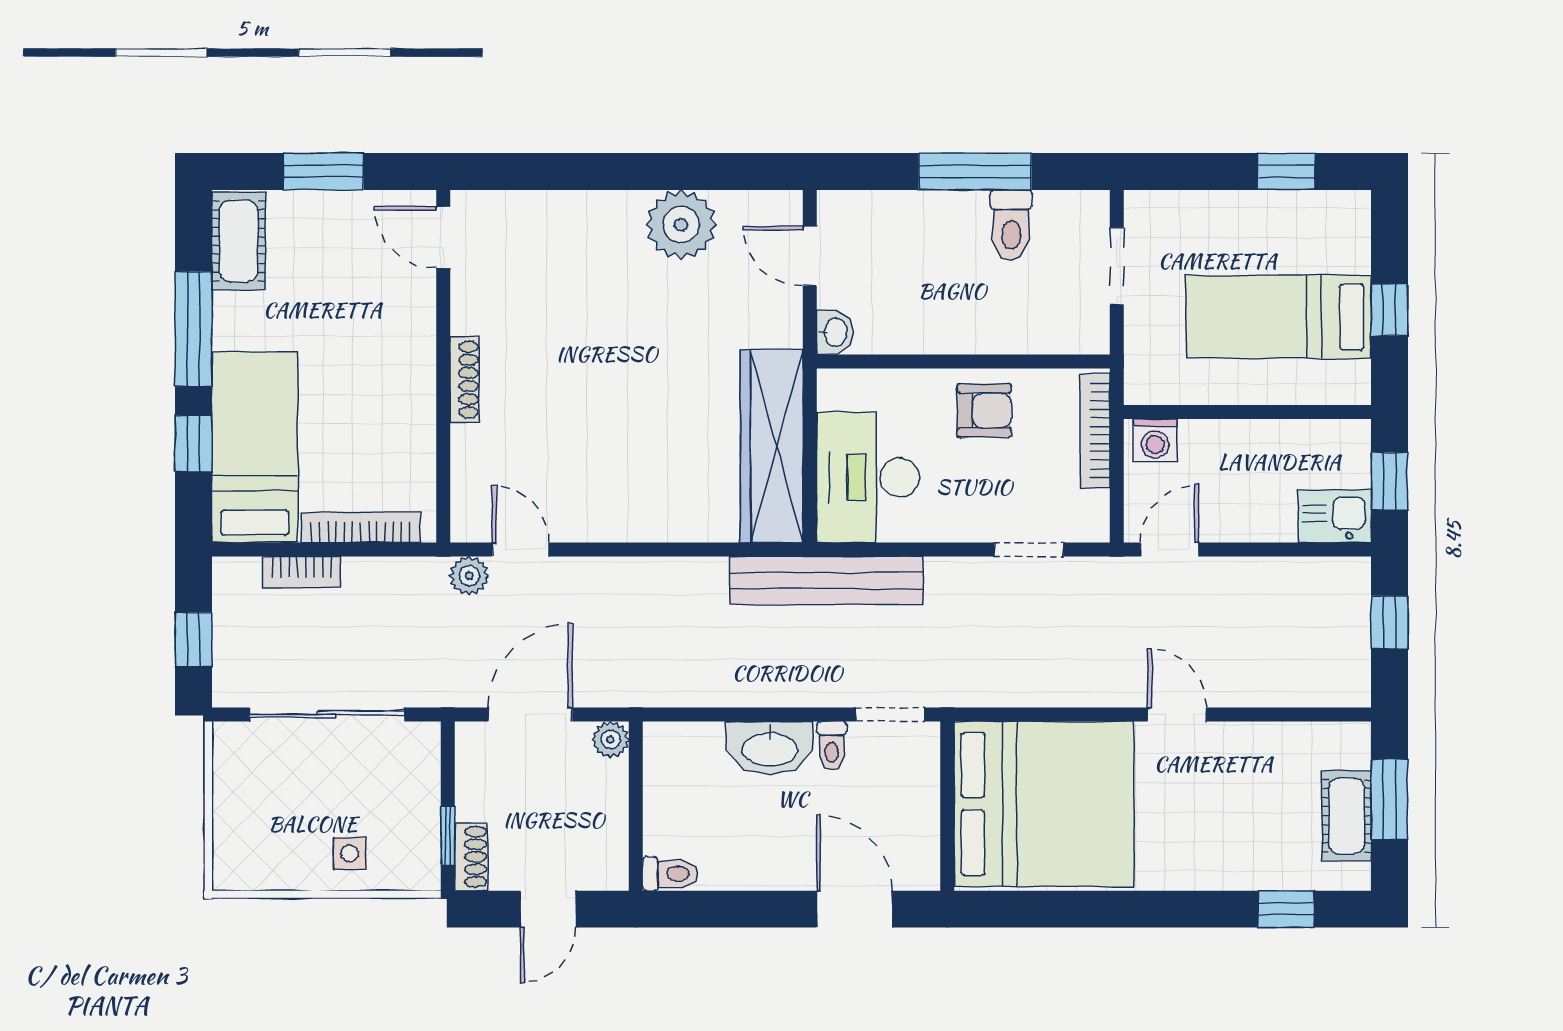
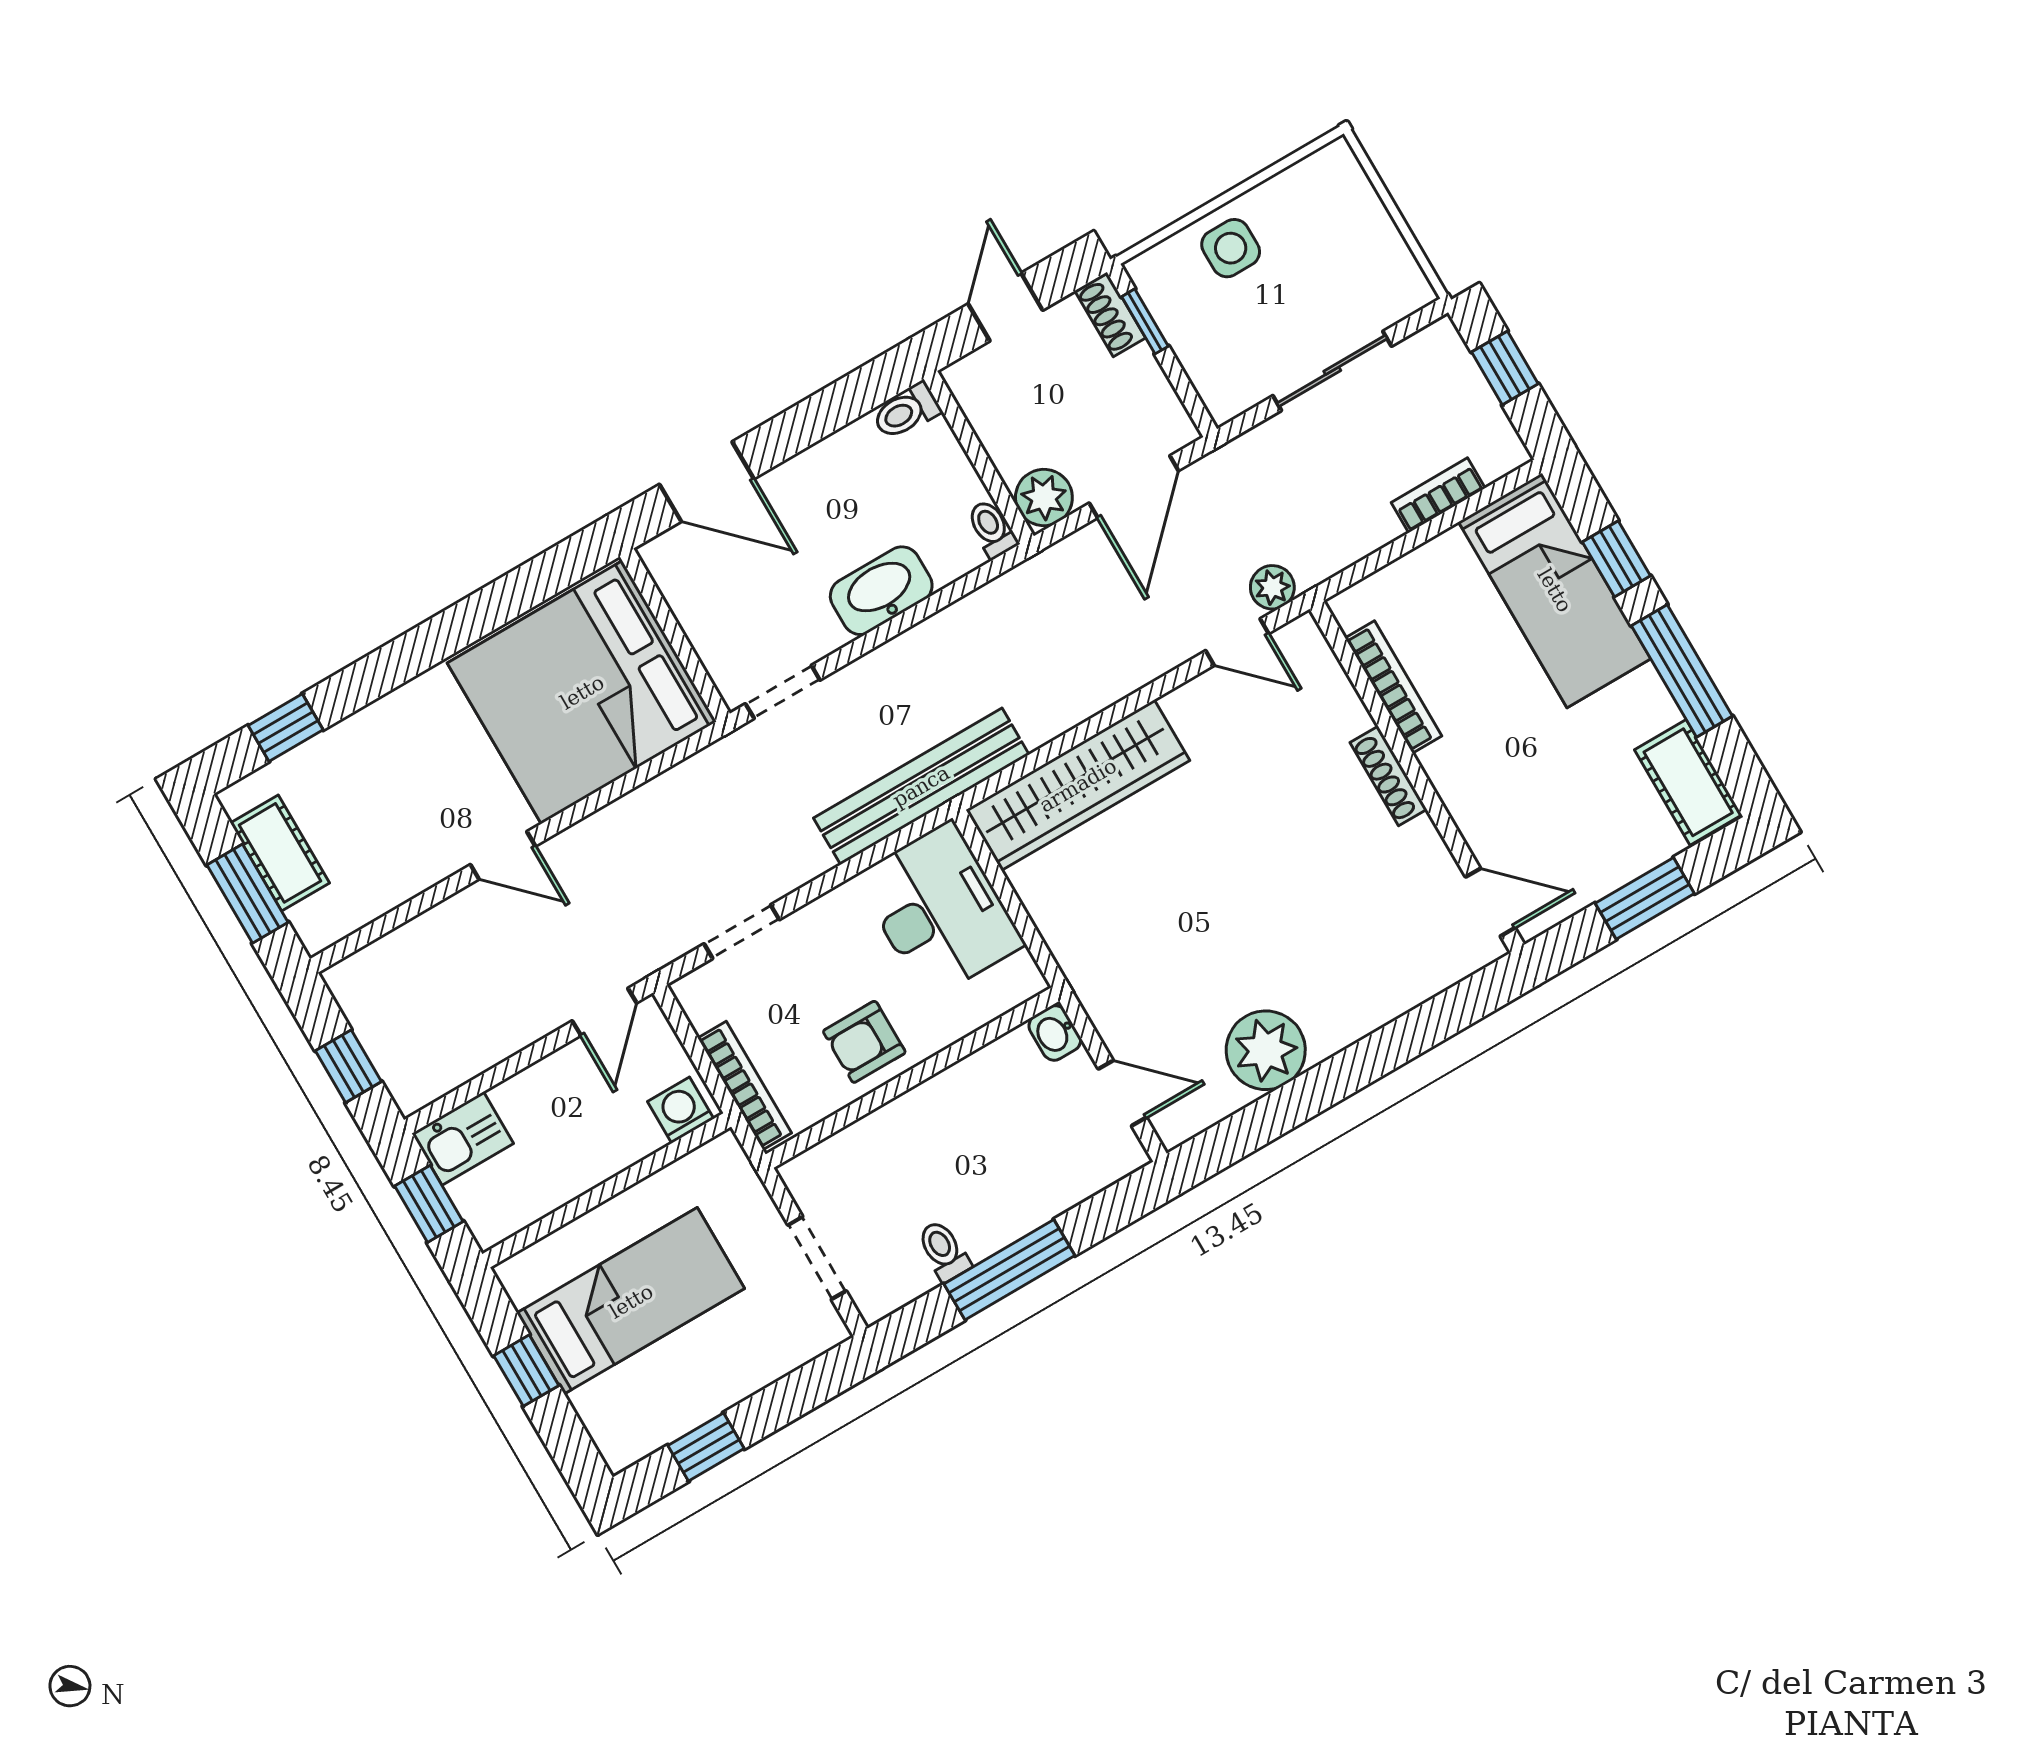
toilet: (1011, 225) -> (944, 1251), width x0.73, depth x0.72
wardrobe: (772, 446) -> (1078, 785), moved, turned 90
bookcase: (361, 527) -> (1393, 687), moved, turned -90
sliding door: (327, 714) -> (1332, 371), width x0.73
plant: (611, 740) -> (1044, 498), width x1.38, depth x1.38
toilet: (832, 746) -> (992, 529), moved
side table: (350, 854) -> (1231, 248), width x1.37, depth x1.37

